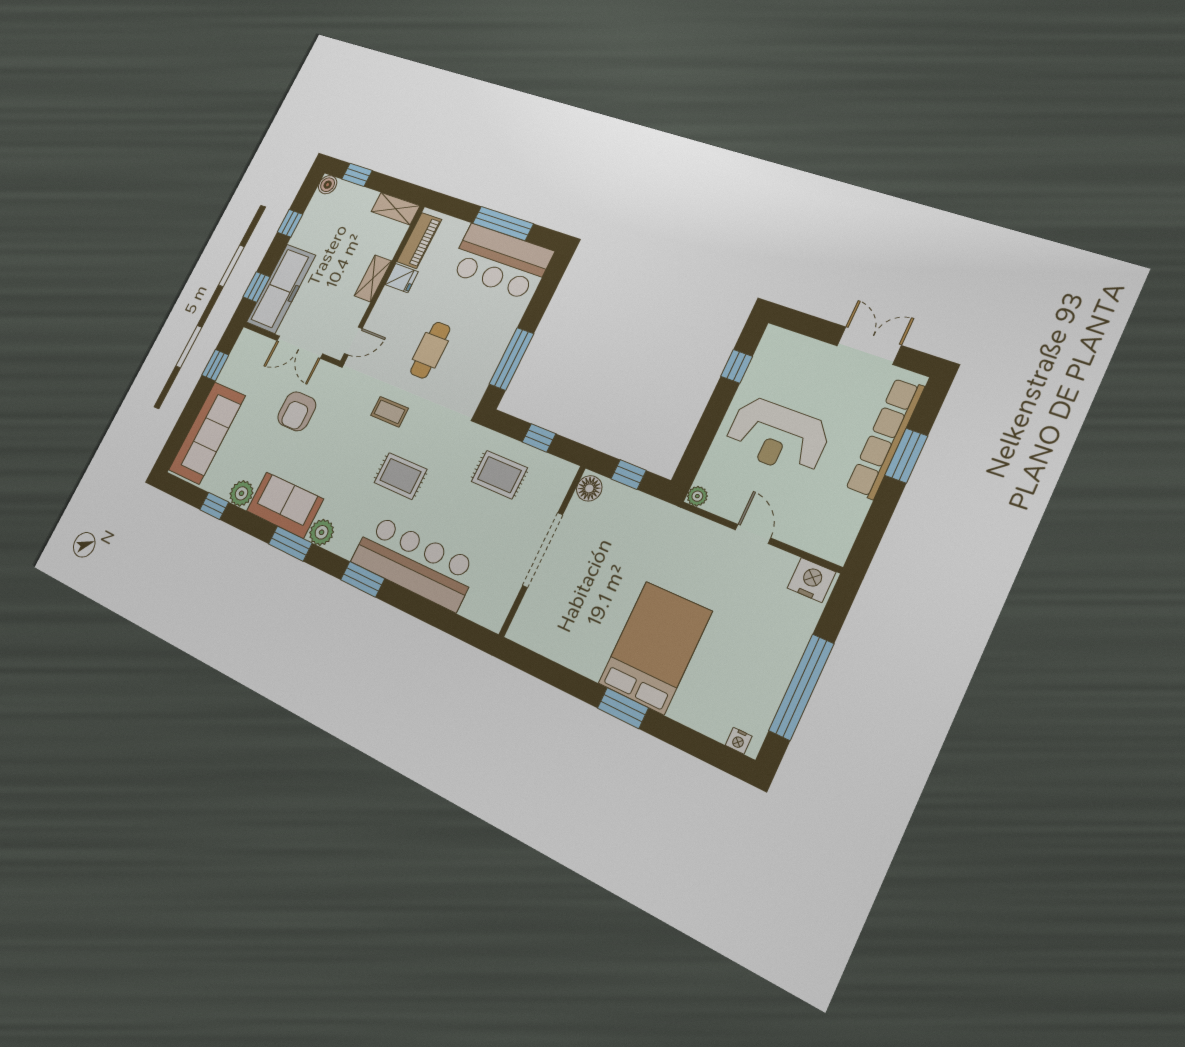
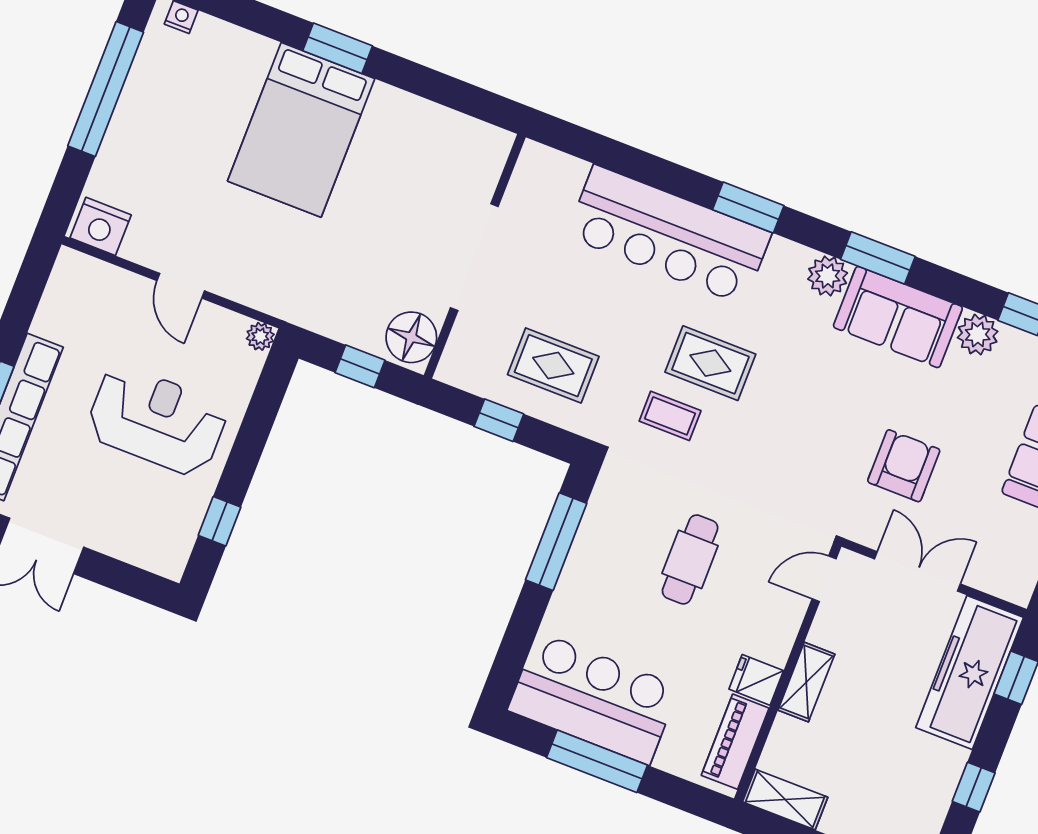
coffee table: (390, 412) -> (670, 416), moved
floor lamp: (589, 488) -> (411, 337), width x1.38, depth x1.38

